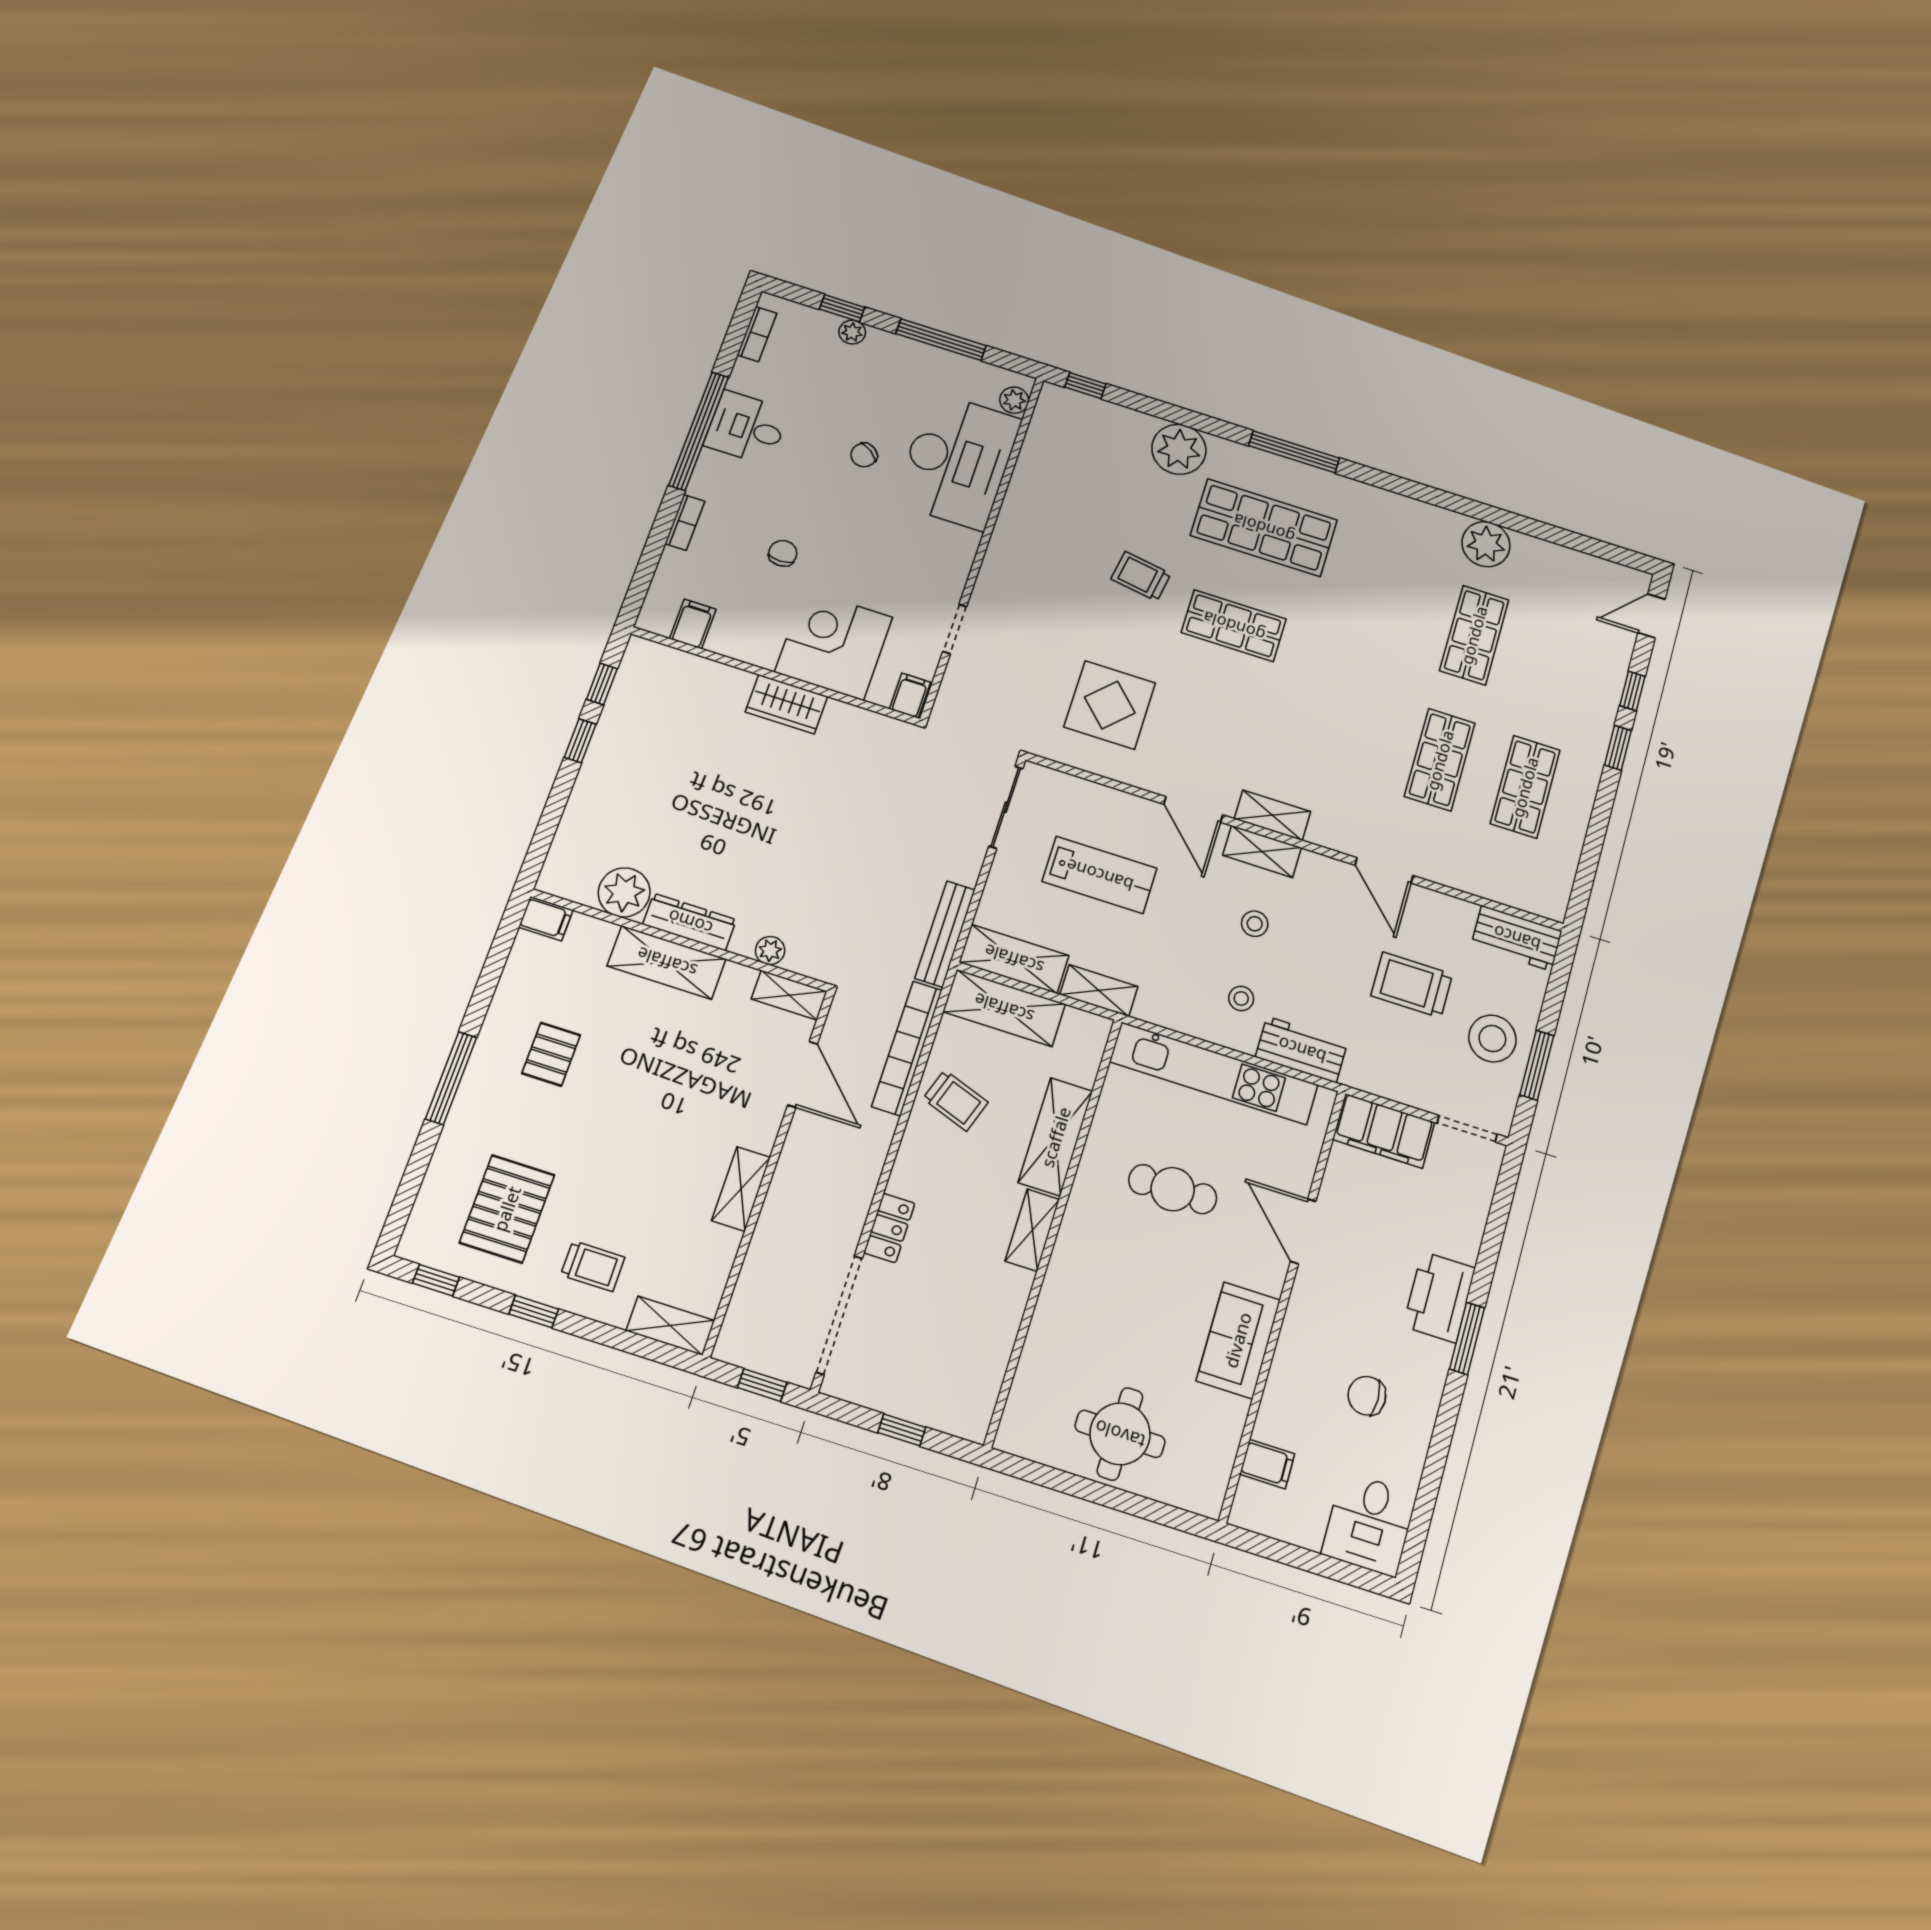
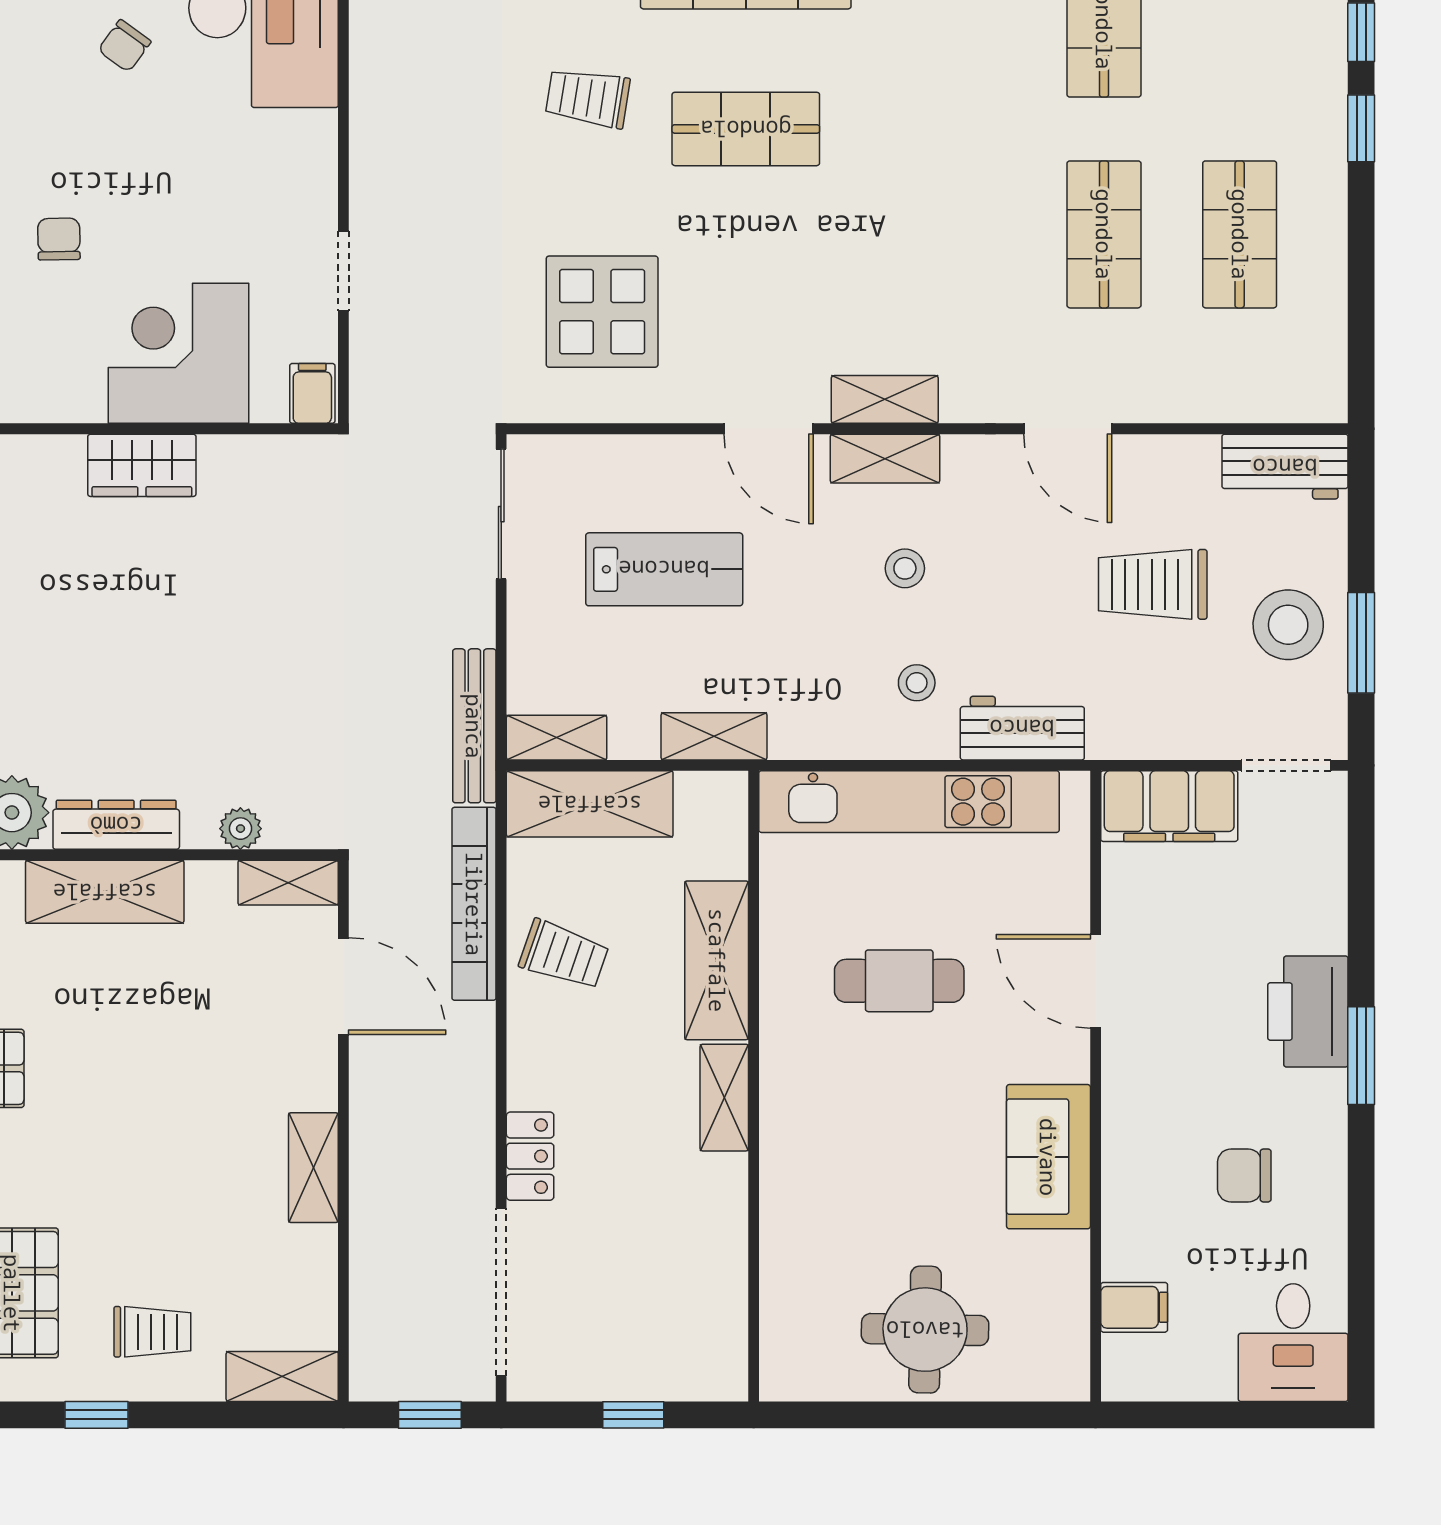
shelving: (1014, 959) -> (557, 738), width x0.67, depth x0.75

